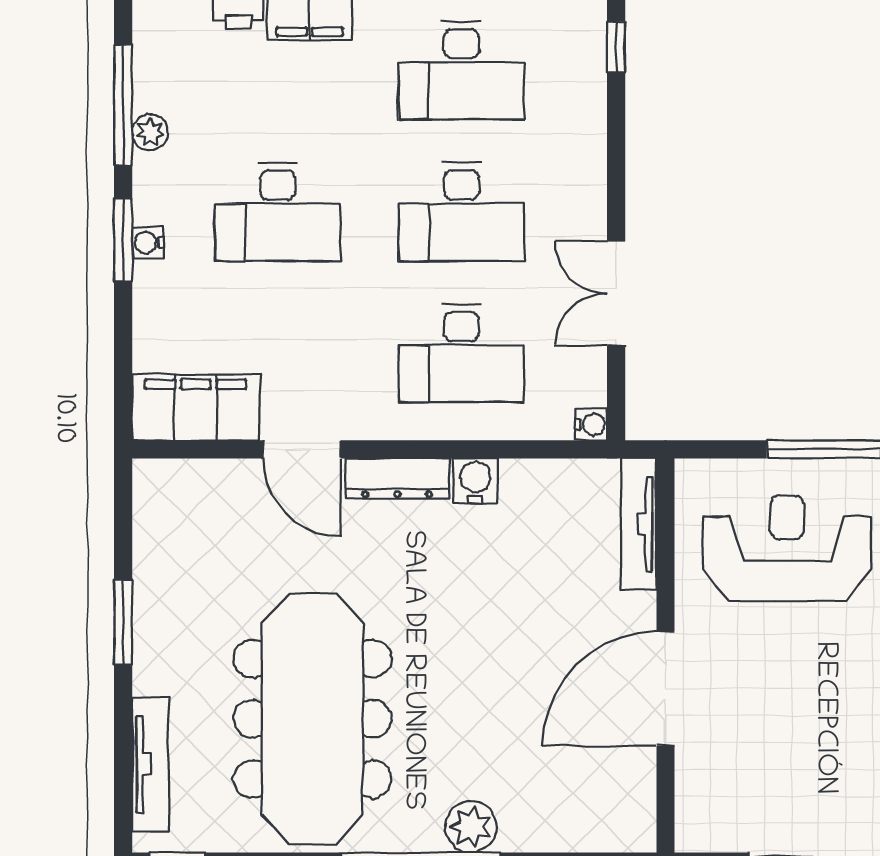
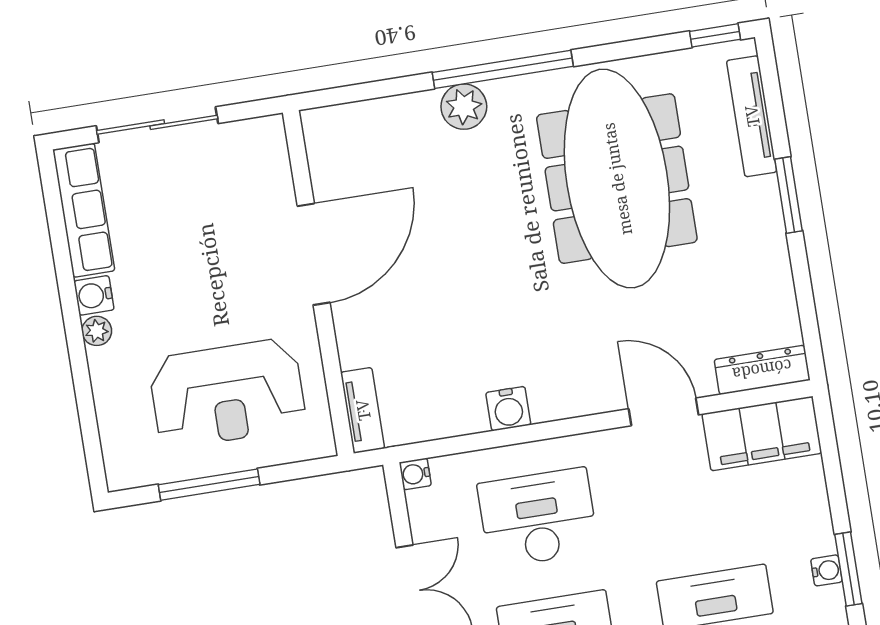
dresser: (397, 479) -> (762, 370), moved
tv unit: (639, 524) -> (363, 410), width x0.71
window: (123, 622) -> (788, 195), moved

